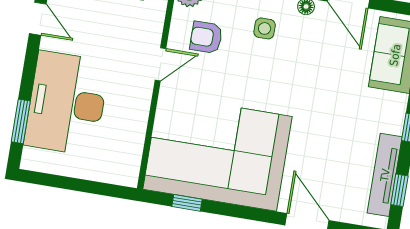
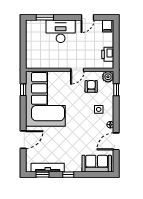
door: (160, 64) -> (77, 70), hinge flipped
desk: (67, 103) -> (61, 31), width x0.73, depth x0.77

